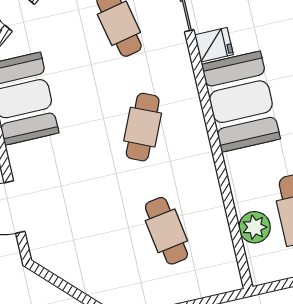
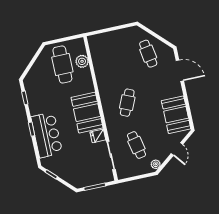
cafe table: (166, 231) -> (148, 54), moved

